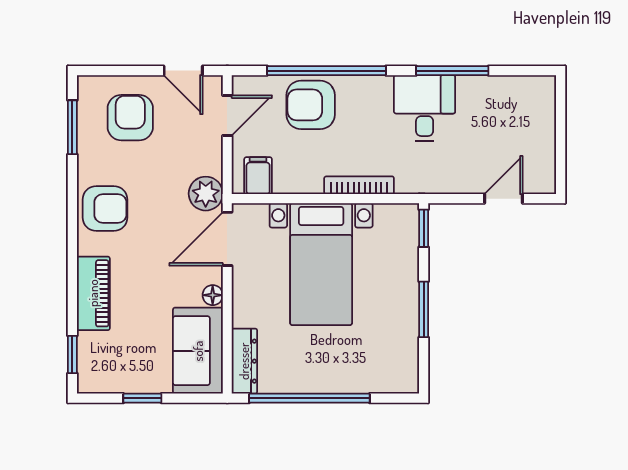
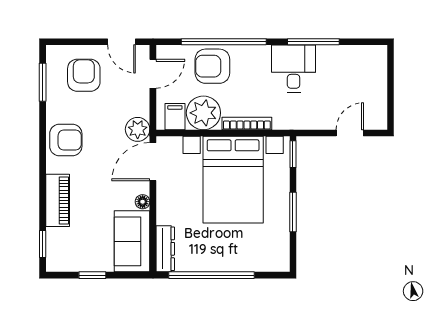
plant: (298, 170) -> (203, 113), added
bed with nightstands: (321, 264) -> (233, 180), width x1.36

